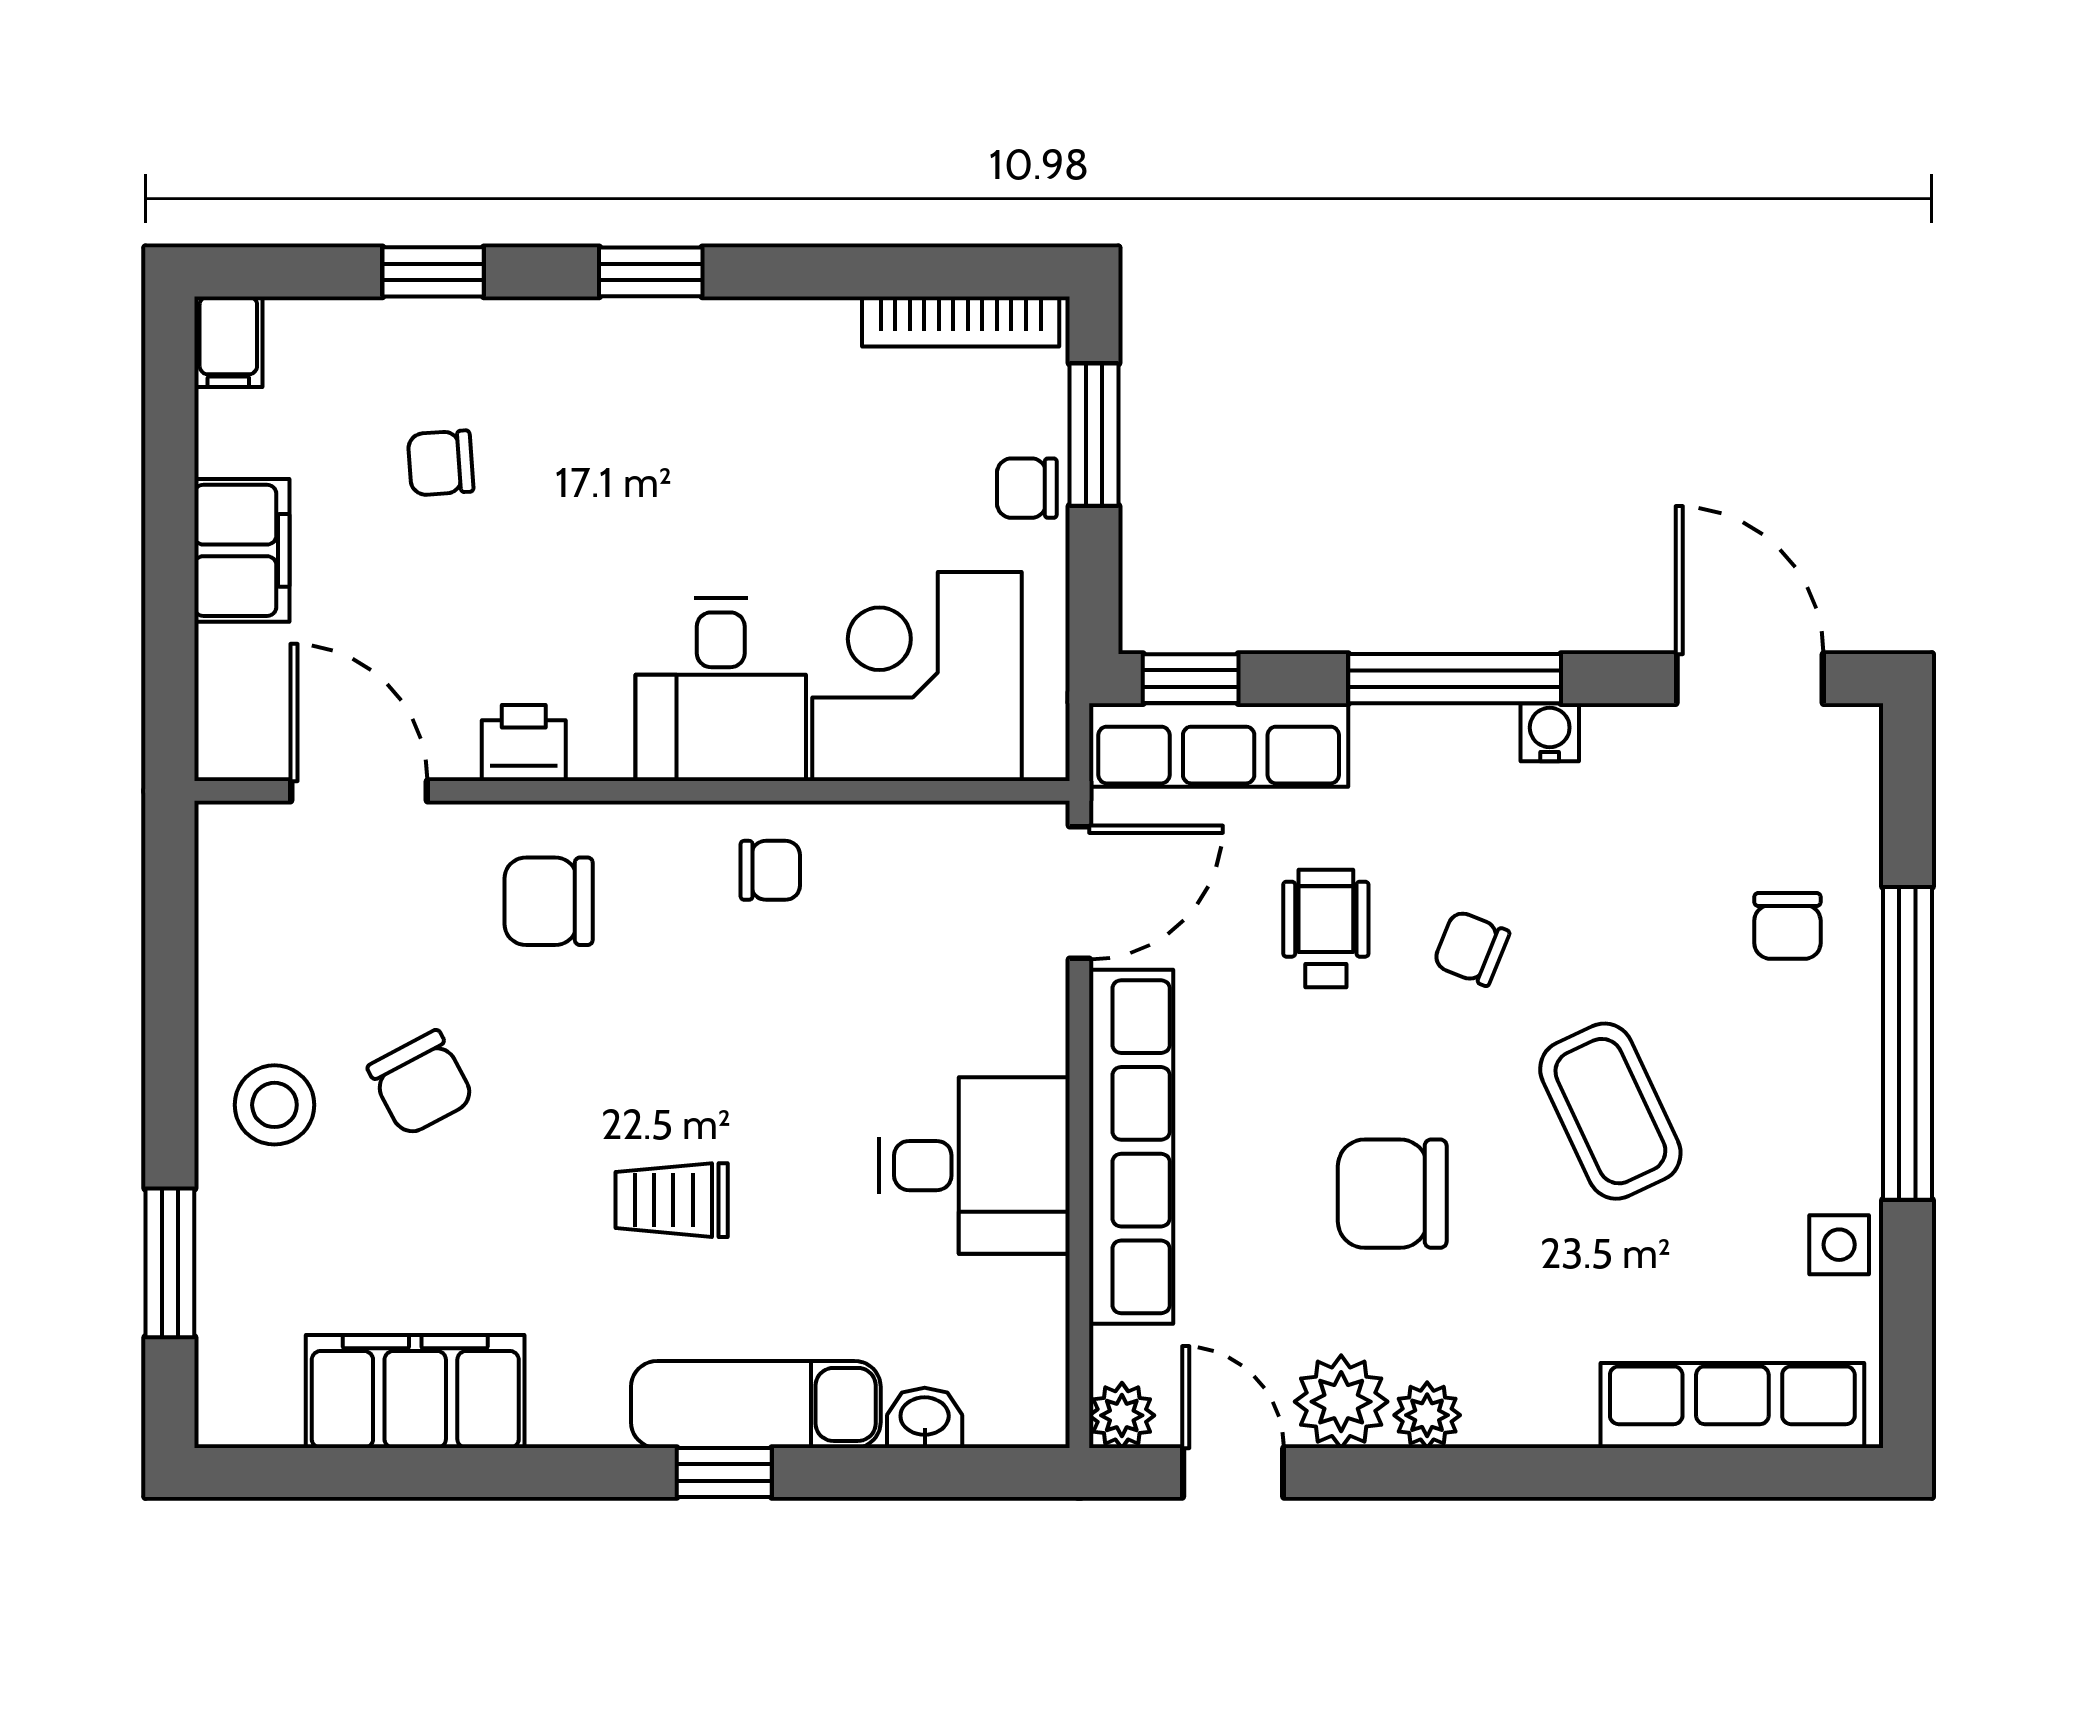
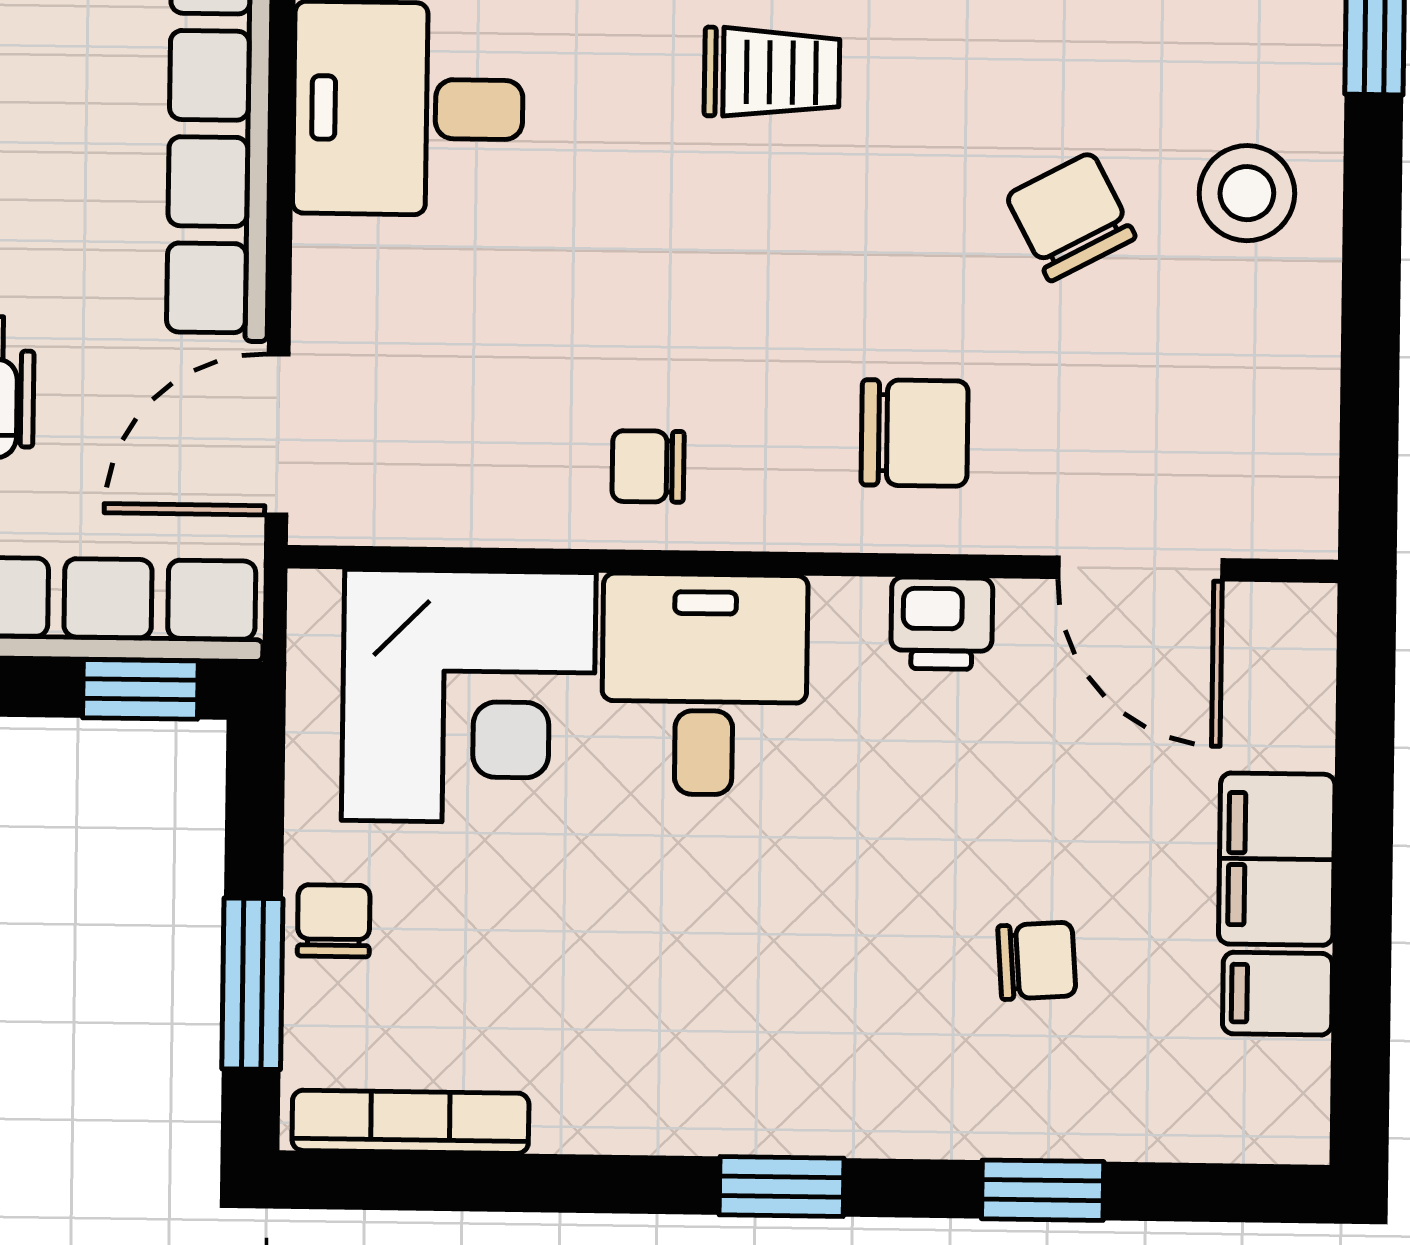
filing cabinet: (228, 342) -> (1277, 994), moved, turned -90
chair: (1027, 488) -> (334, 921), turned -90

